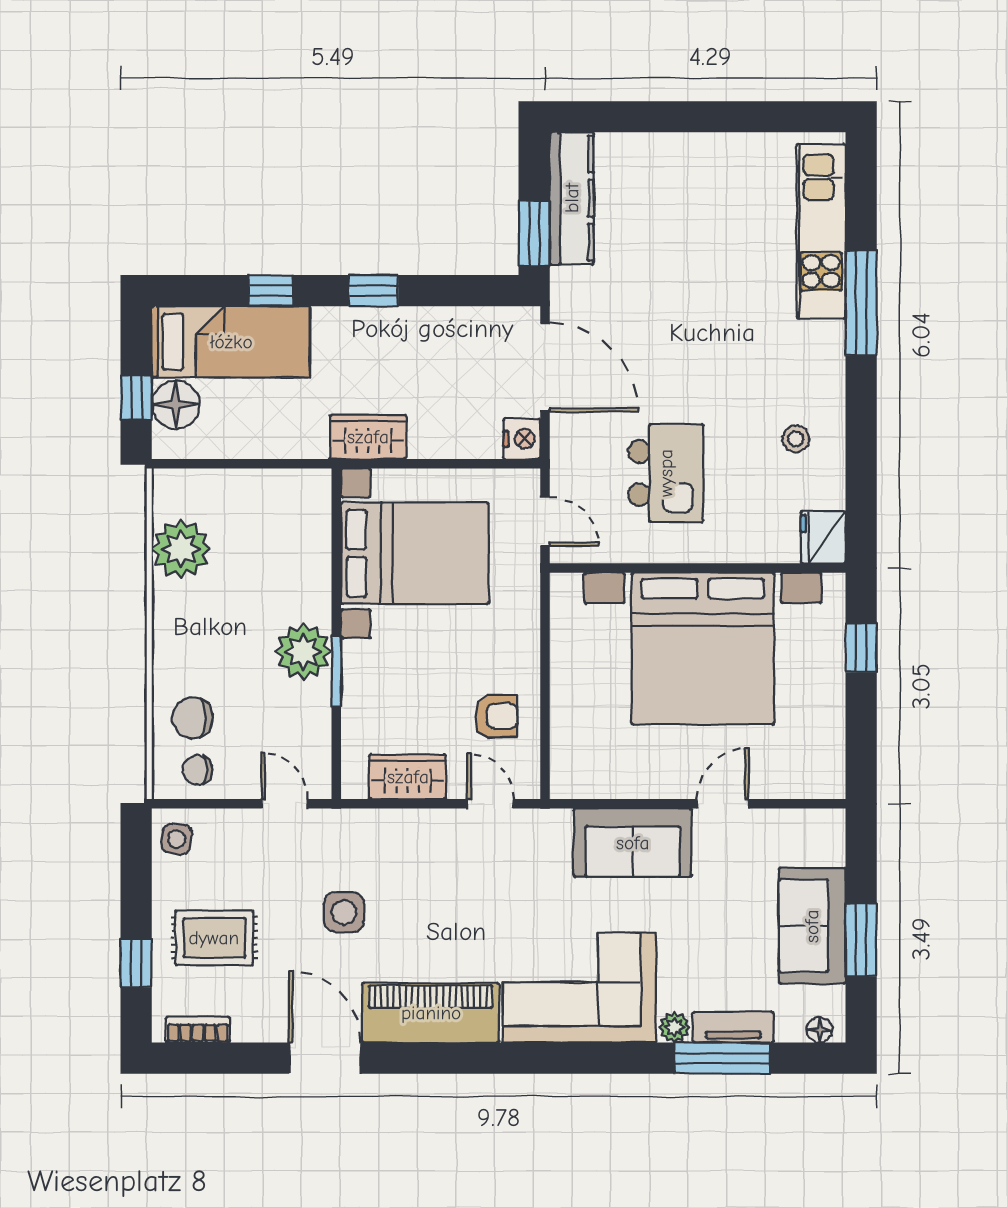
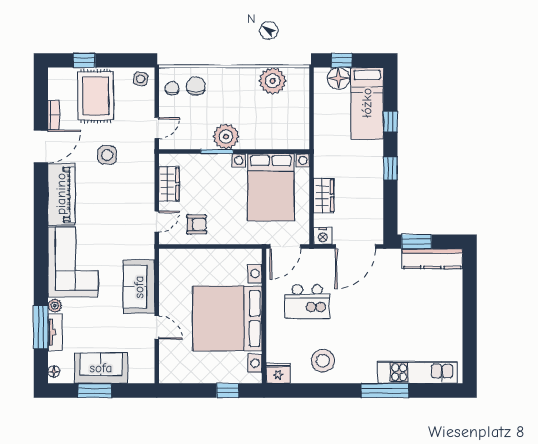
wardrobe: (368, 437) -> (324, 196), moved
stool: (796, 439) -> (323, 361), width x1.89, depth x1.89
door: (545, 521) -> (285, 247), width x1.37
armchair: (496, 716) -> (197, 224), turned -90
rug: (214, 938) -> (96, 96), width x1.36, depth x1.43
bookcase: (198, 1030) -> (54, 115), moved

